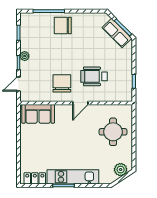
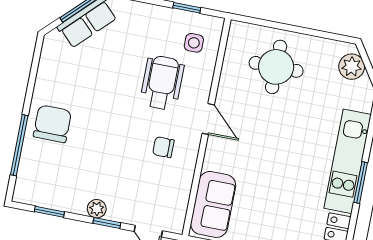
chair: (63, 26) -> (52, 124), turned 180
wheelchair: (94, 76) -> (162, 83), turned 180
chair: (62, 83) -> (163, 147), width x0.54, depth x0.54
side table: (117, 88) -> (194, 43), added

